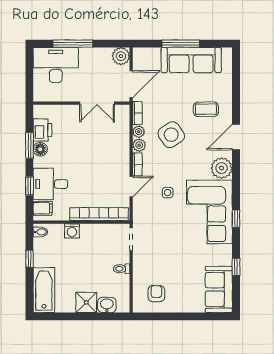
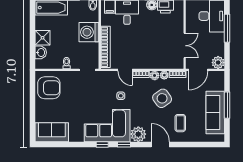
door: (131, 84) -> (198, 70), hinge flipped
double door: (97, 103) -> (185, 46), swing flipped
washing machine: (72, 231) -> (89, 32), width x1.89, depth x1.89
window: (236, 267) -> (124, 145), moved
armchair: (156, 294) -> (49, 88), width x1.88, depth x1.88

